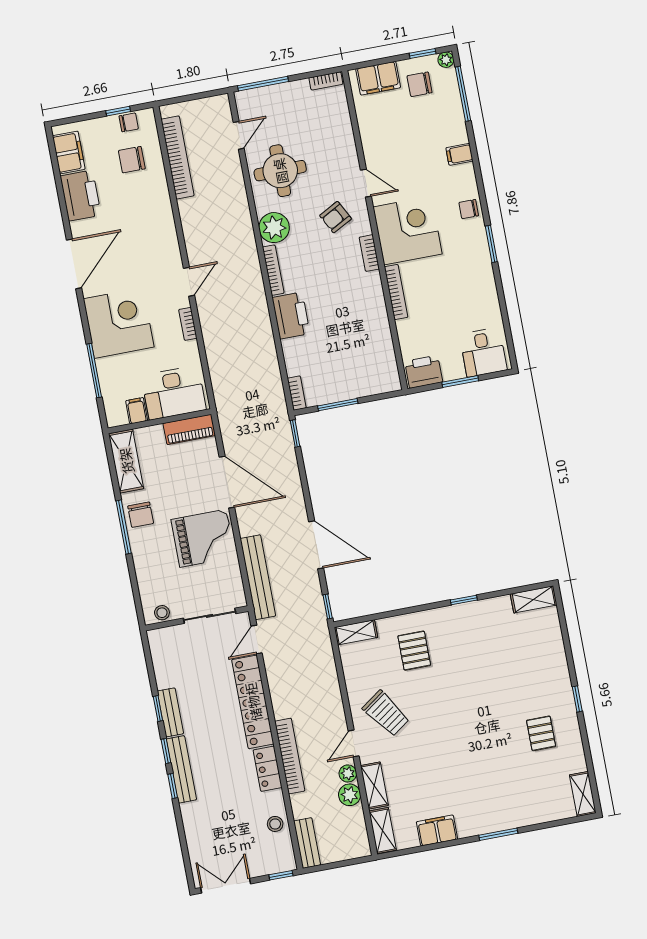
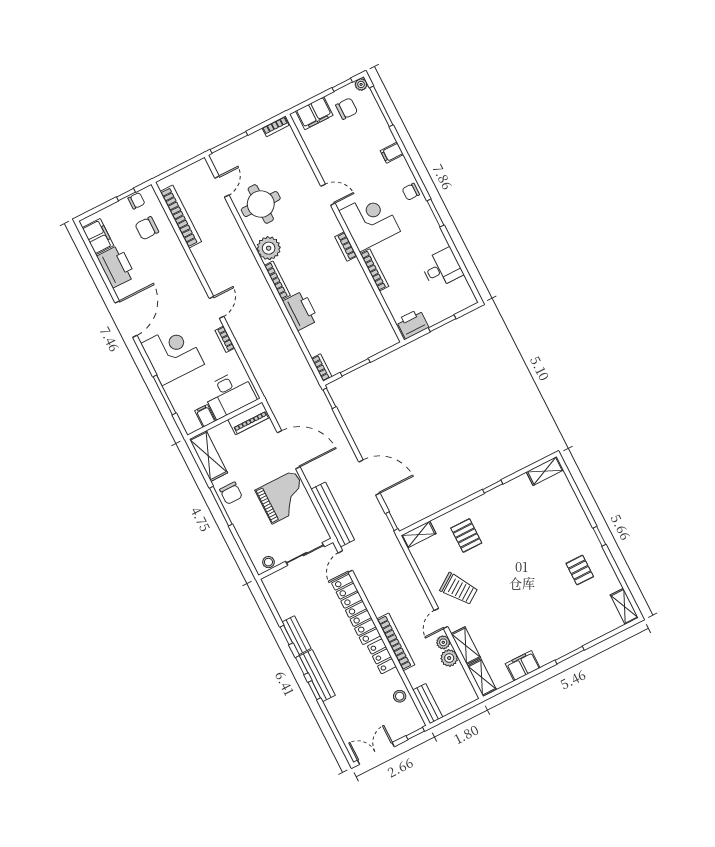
chair: (420, 84) -> (347, 109), turned 180
armchair: (336, 217) -> (313, 227), removed
desk: (483, 352) -> (442, 268), moved, turned -90

